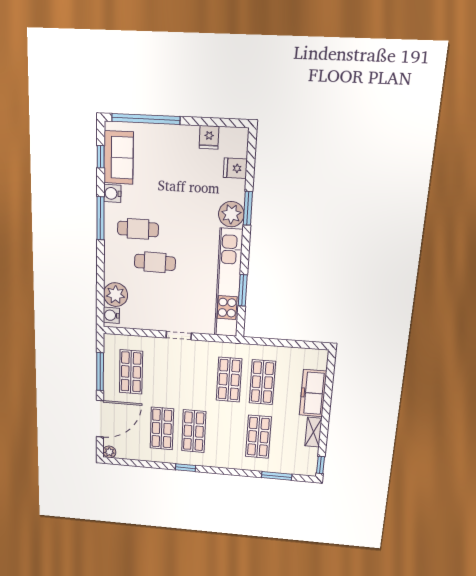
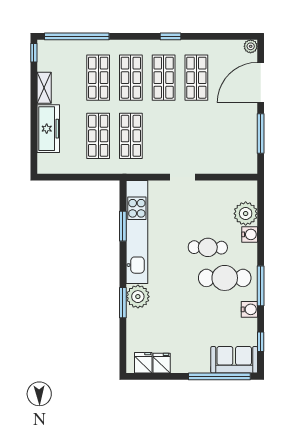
sofa: (118, 158) -> (234, 360), moved, turned 90
fridge: (235, 168) -> (143, 363), moved, turned -90
cafe table: (138, 229) -> (225, 278), width x1.37, depth x1.35
water cooler: (111, 315) -> (250, 234), moved
shop shelf: (131, 372) -> (131, 78), moved
window: (277, 476) -> (77, 36), width x2.11

